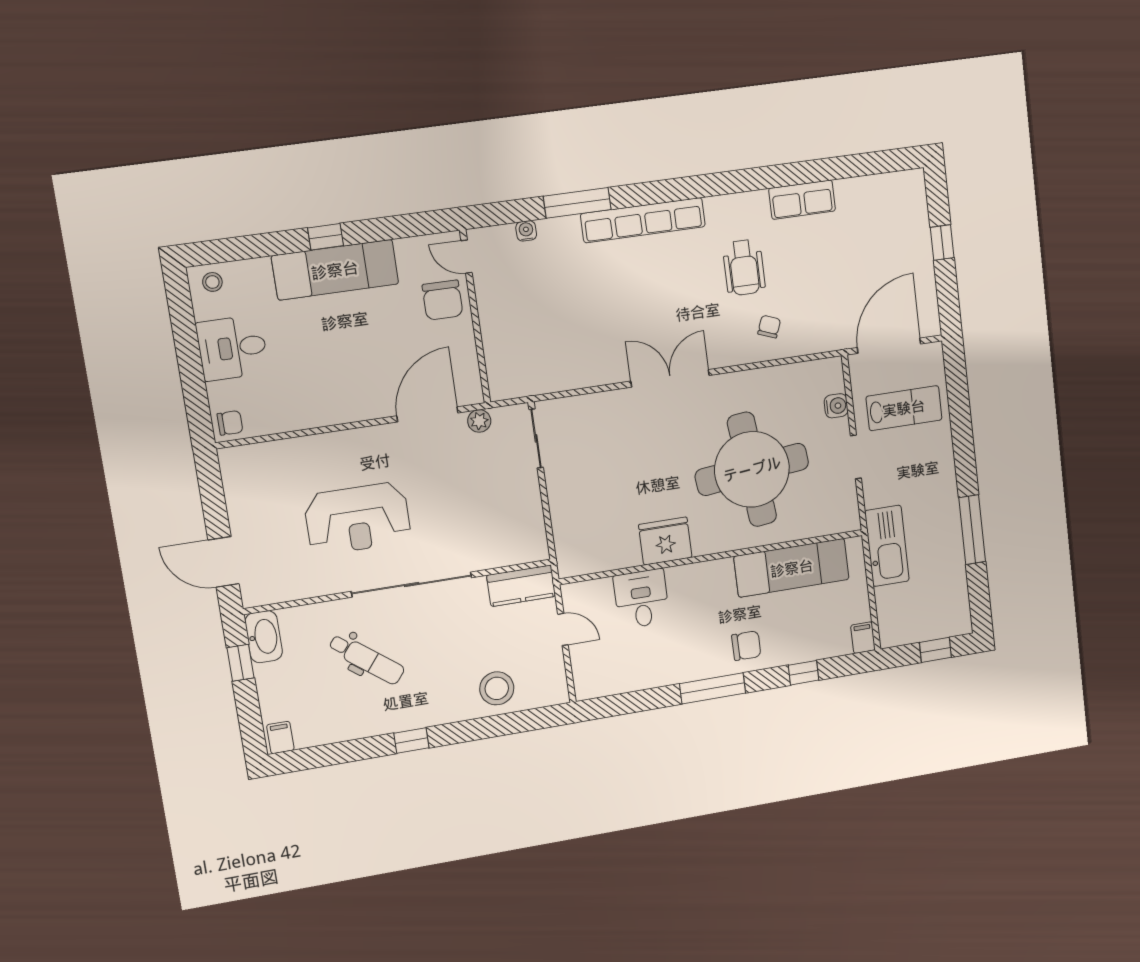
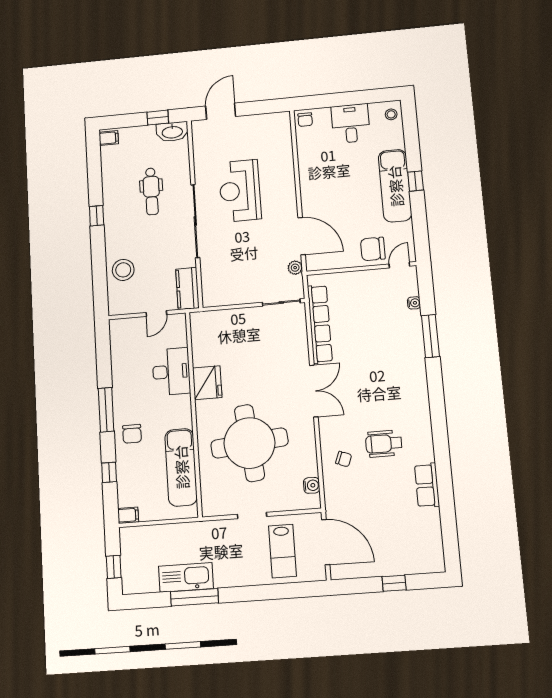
row of seats: (643, 220) -> (320, 324), moved, turned 180
water cooler: (836, 406) -> (312, 485), moved, turned -90
kitchen sink: (887, 546) -> (186, 577), moved, turned 180
desk: (641, 599) -> (171, 372), width x1.37
dental chair: (366, 659) -> (151, 191), turned -38

